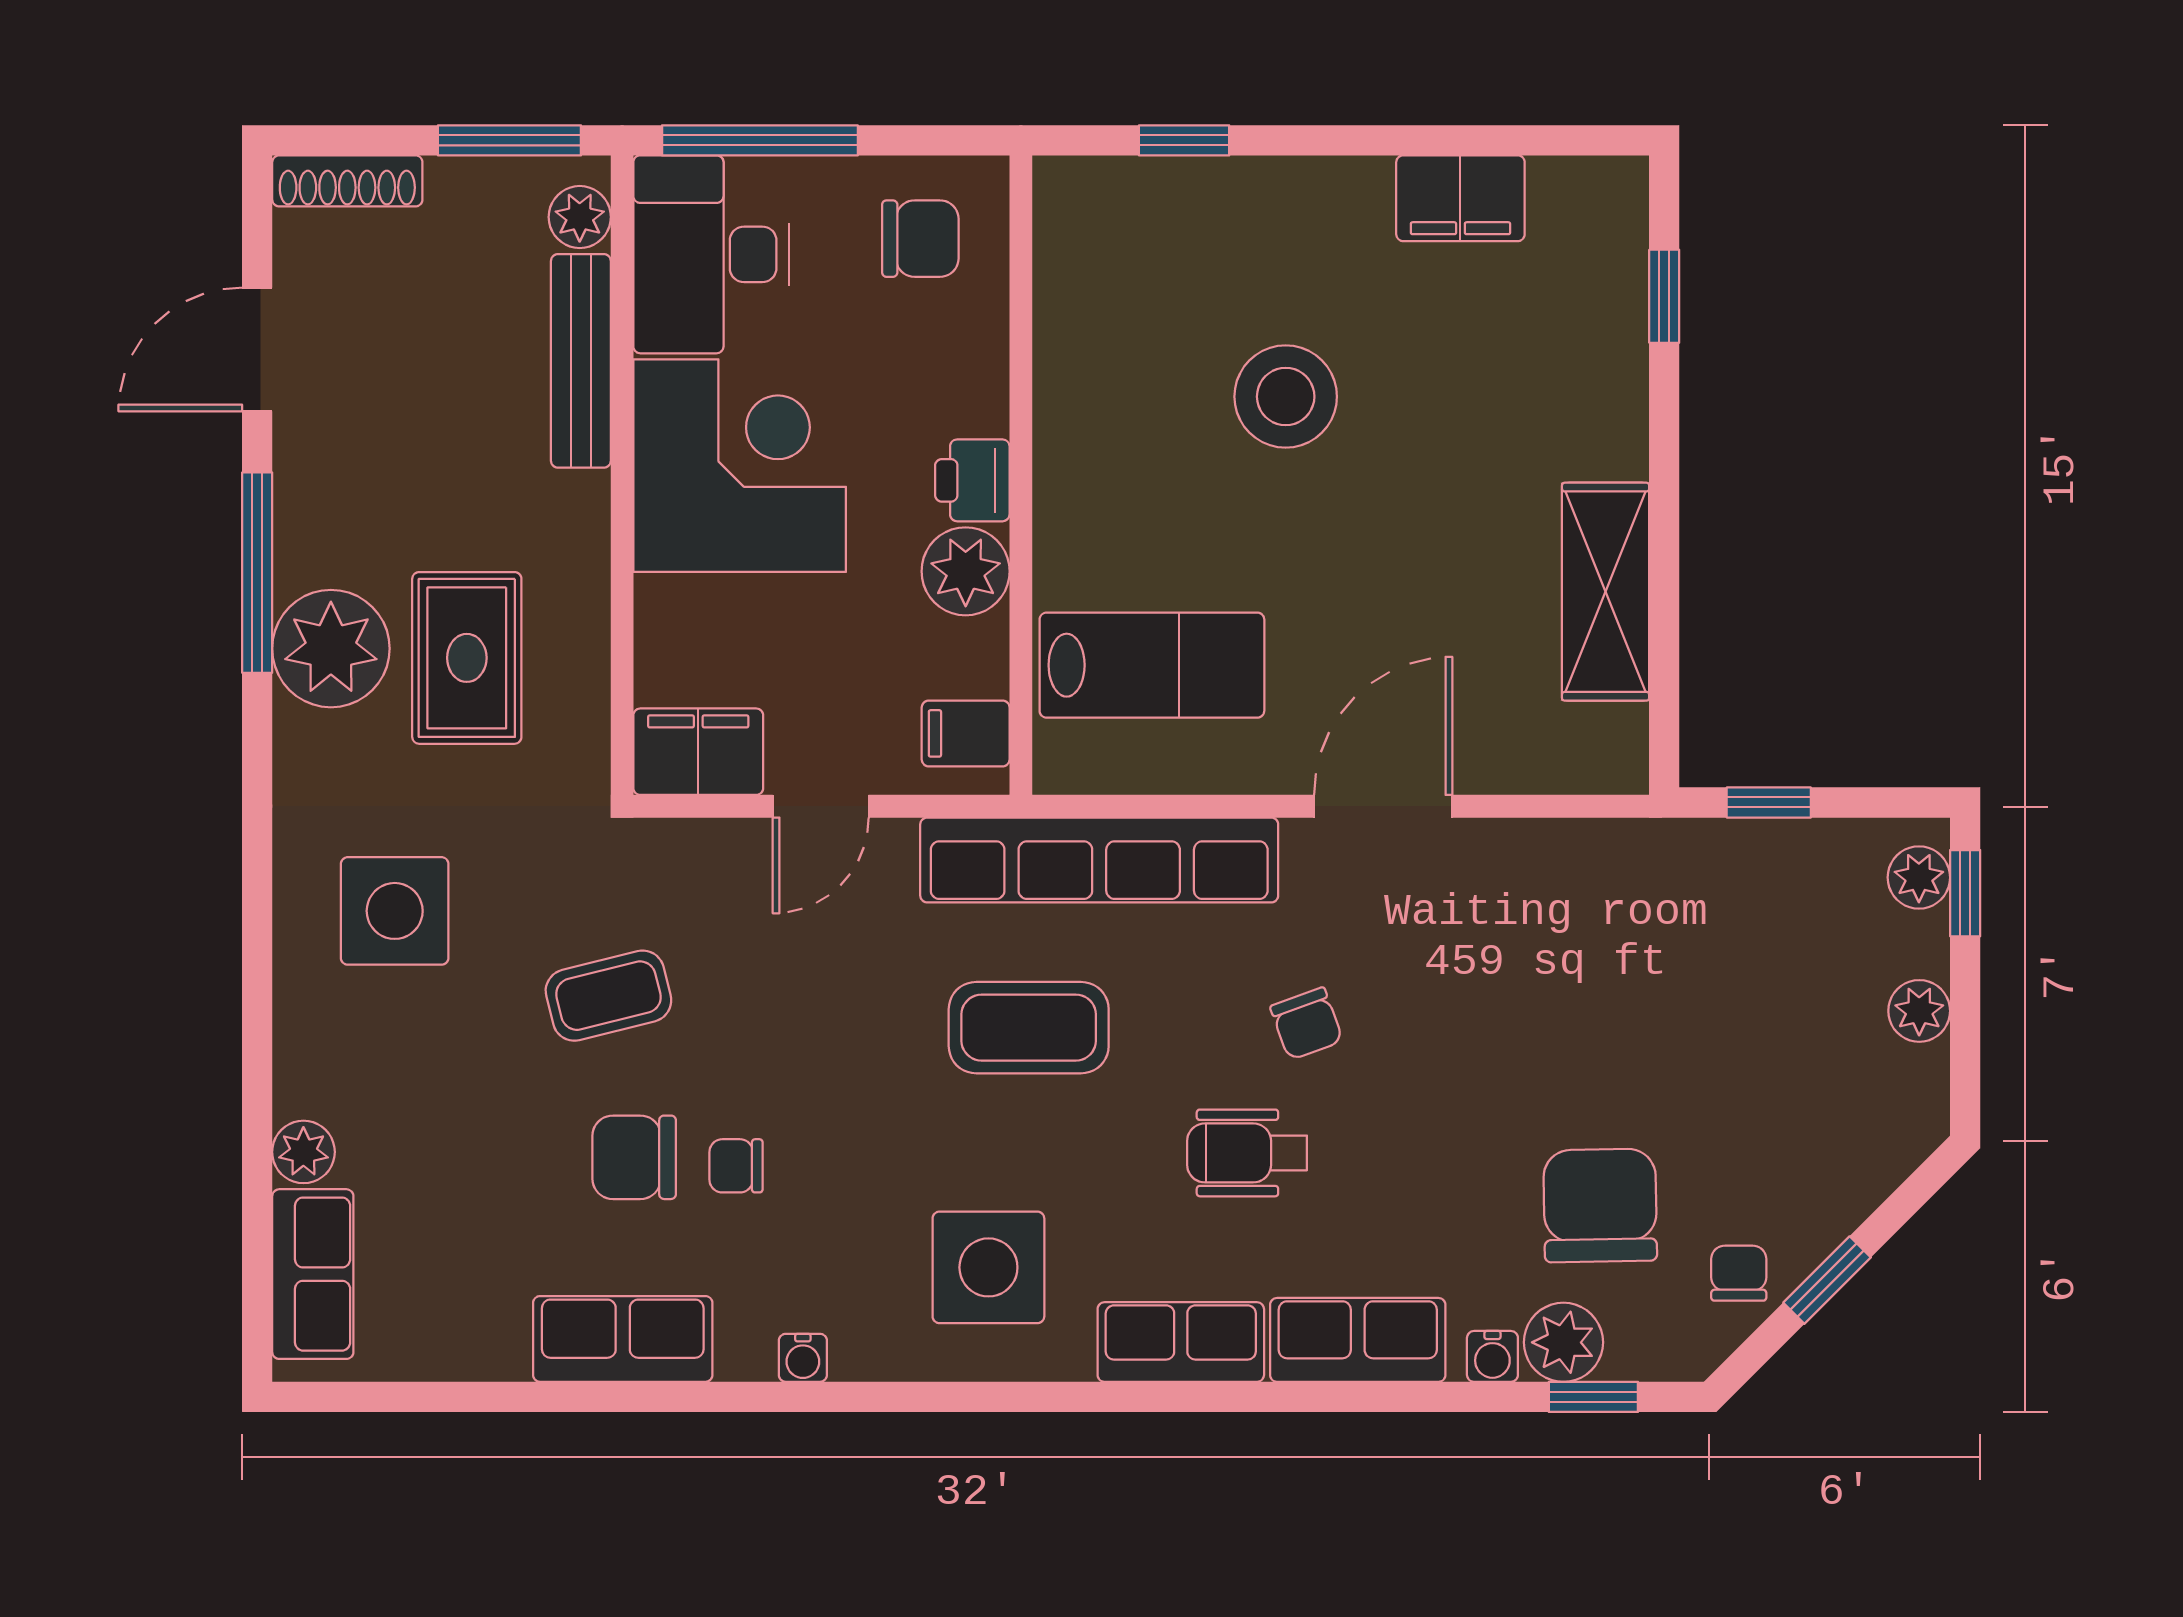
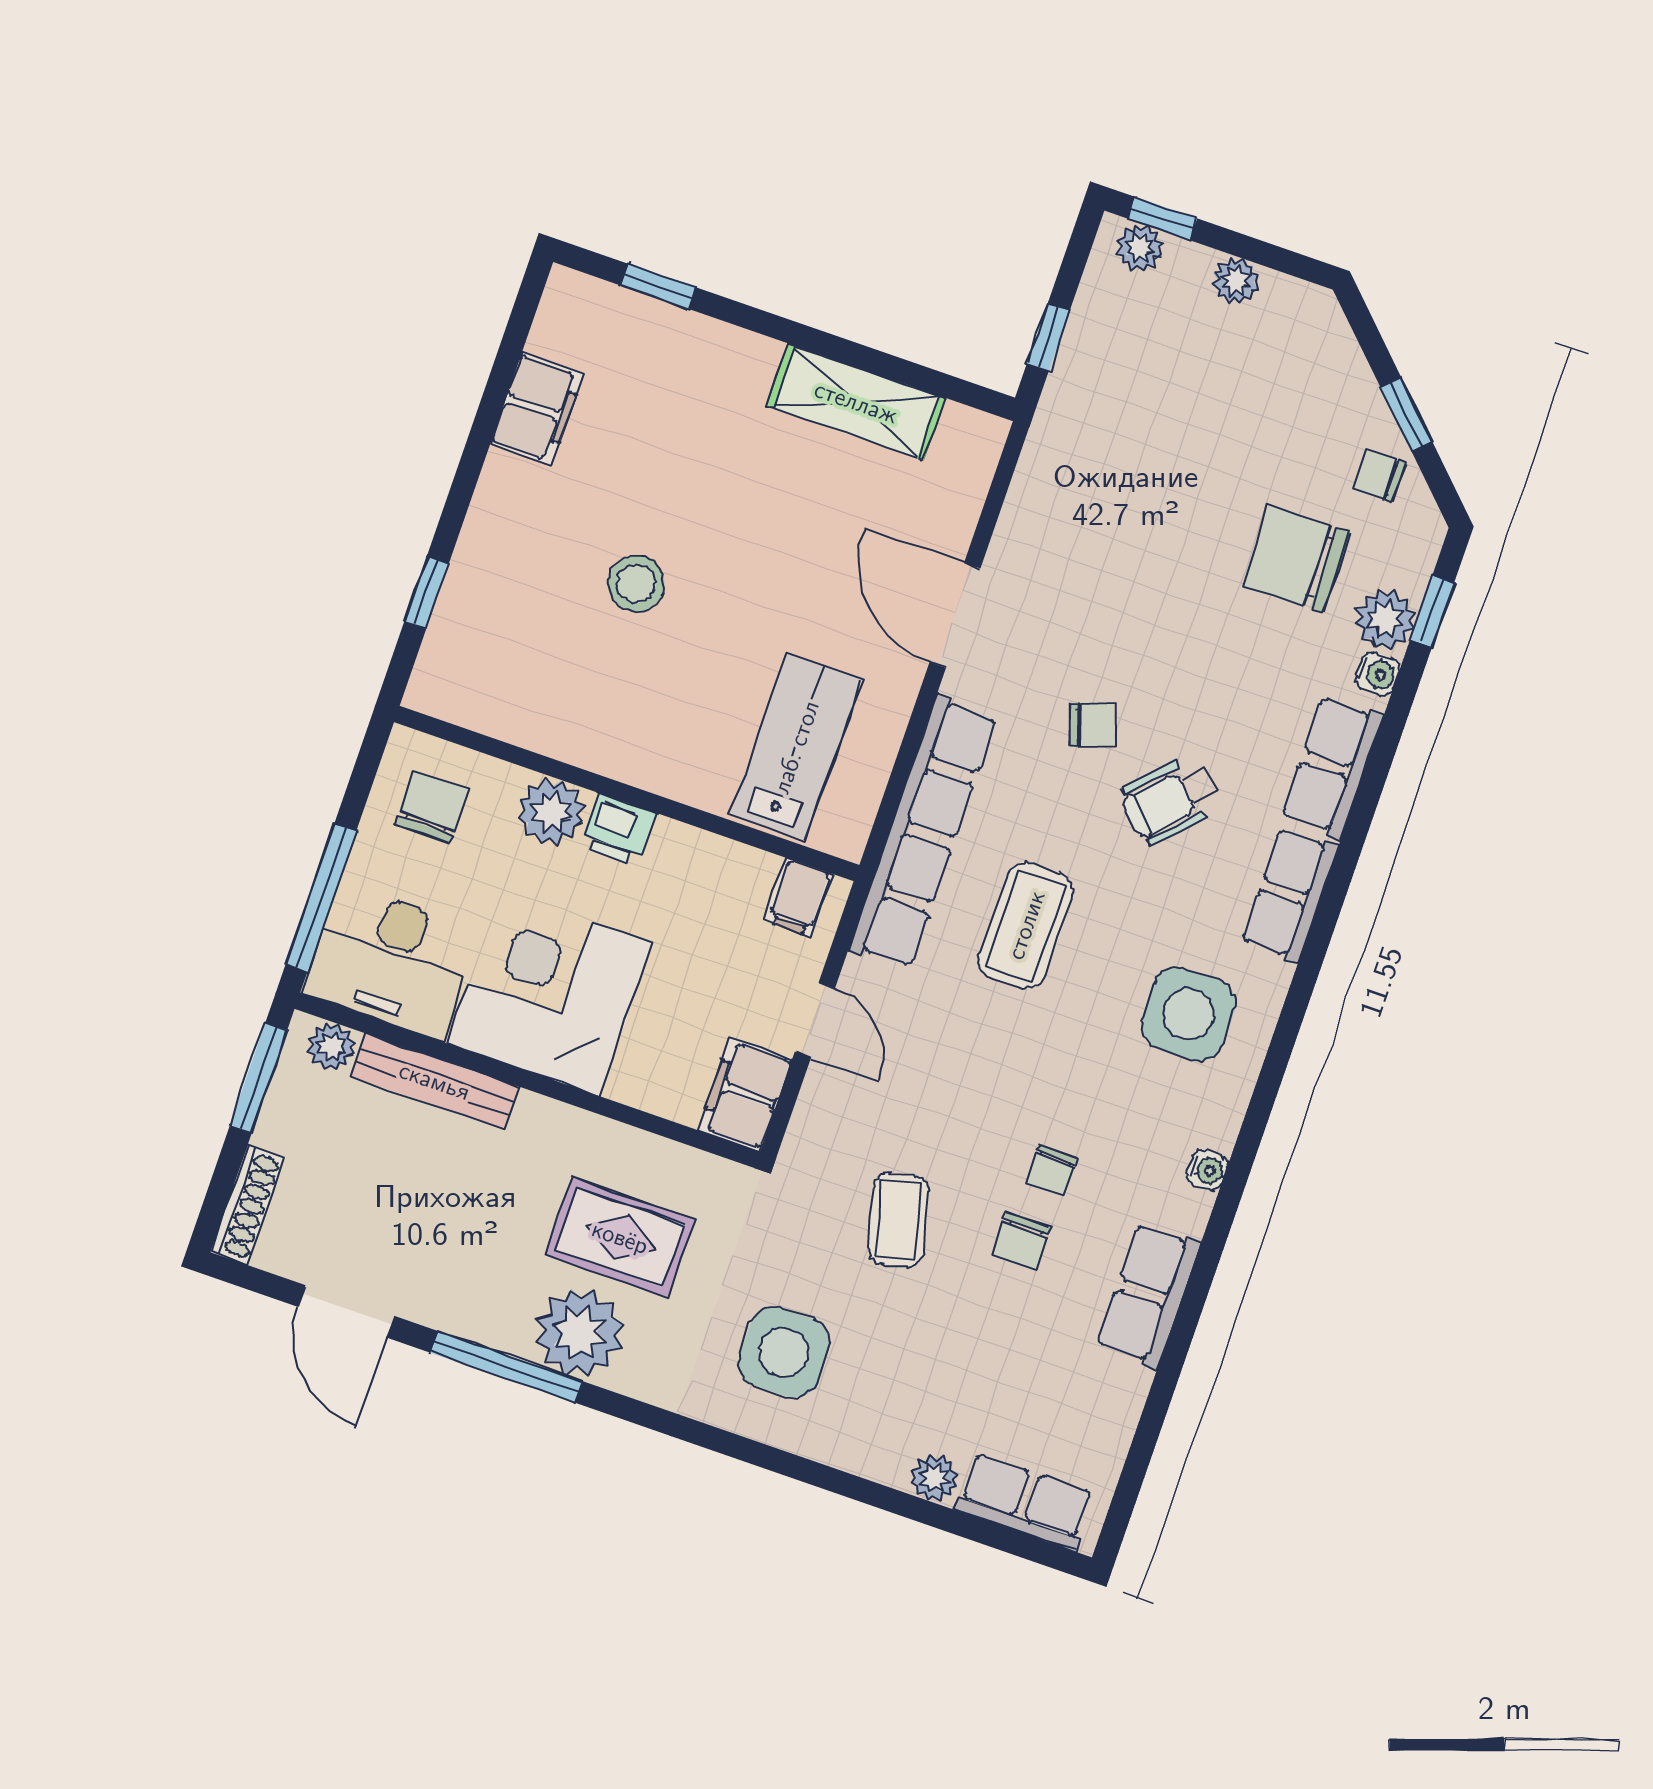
stool: (1286, 397) -> (636, 583), width x0.73, depth x0.73
plant: (966, 571) -> (551, 812), moved
wheelchair: (1247, 1153) -> (1170, 800), turned 44
chair: (634, 1157) -> (1021, 1241), width x0.73, depth x0.73

